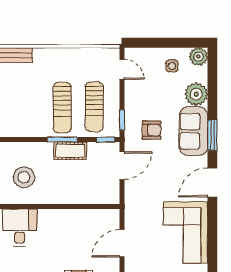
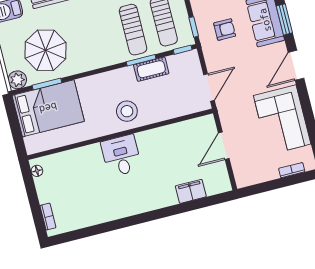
door: (122, 166) -> (209, 87), moved
stool: (24, 177) -> (127, 111), moved

